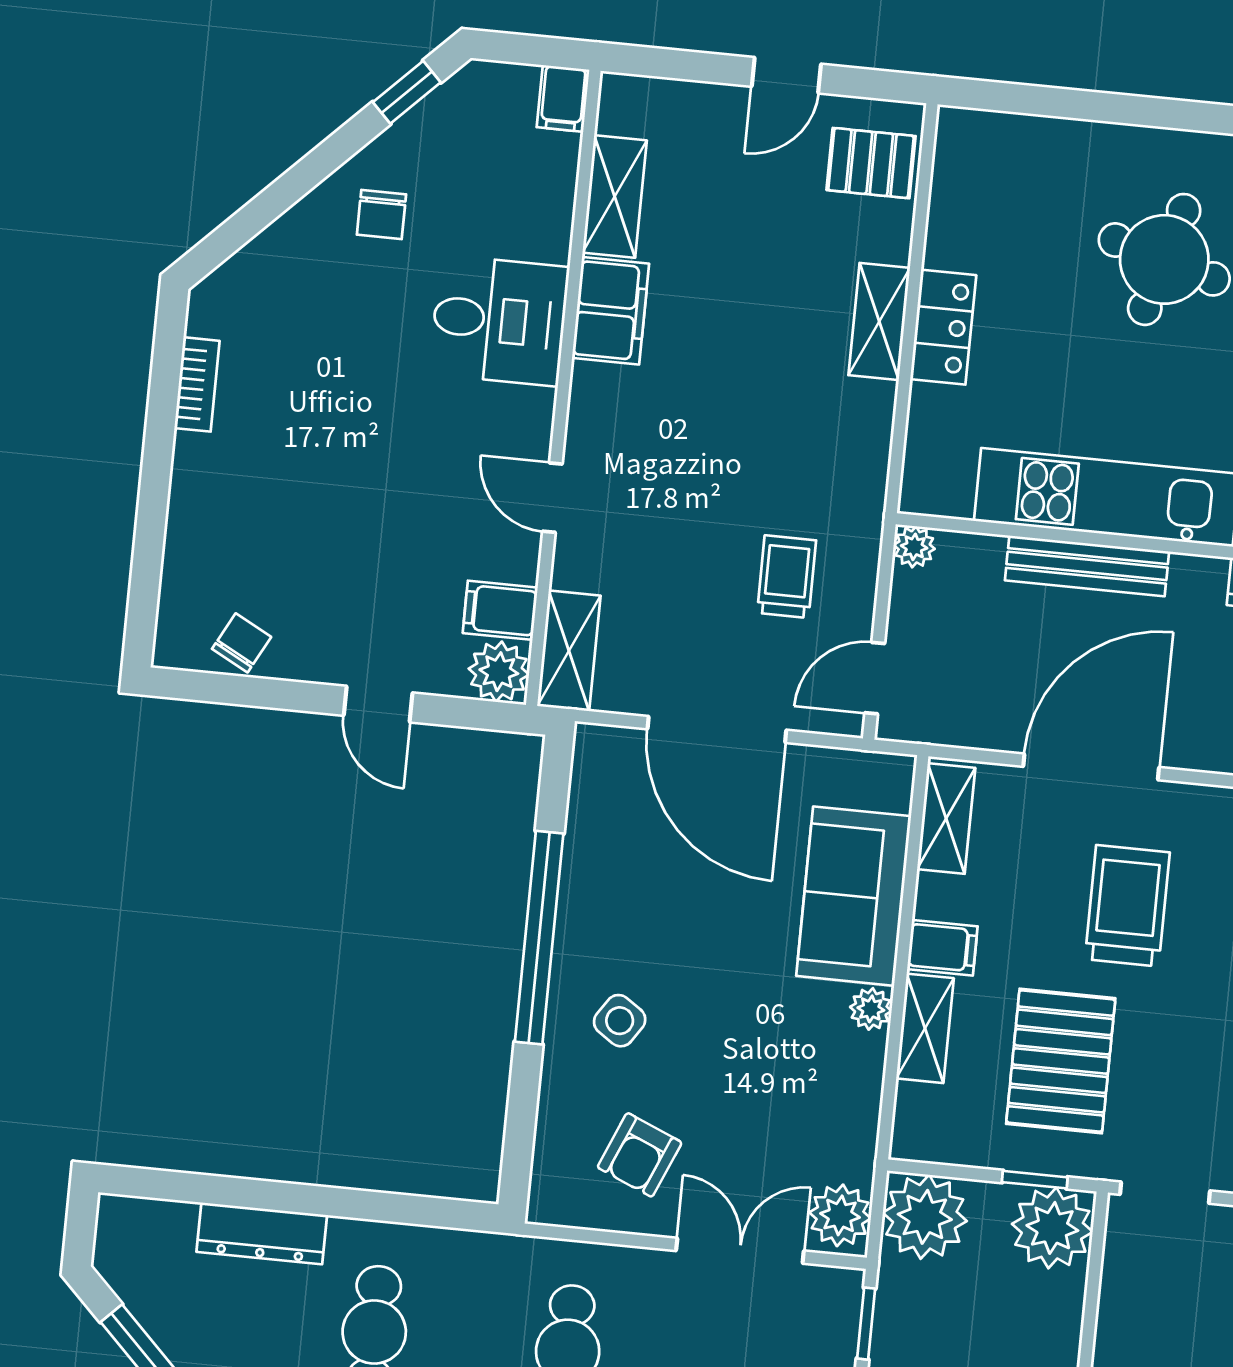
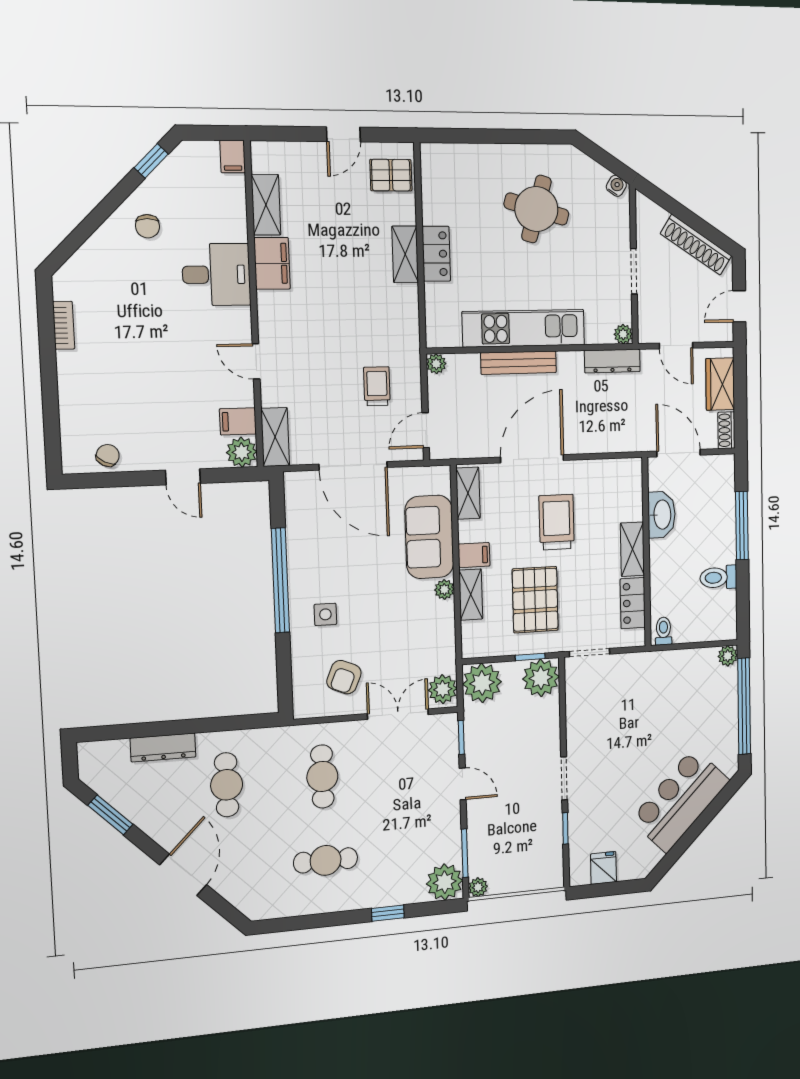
side table: (620, 1021) -> (325, 614), turned -34

